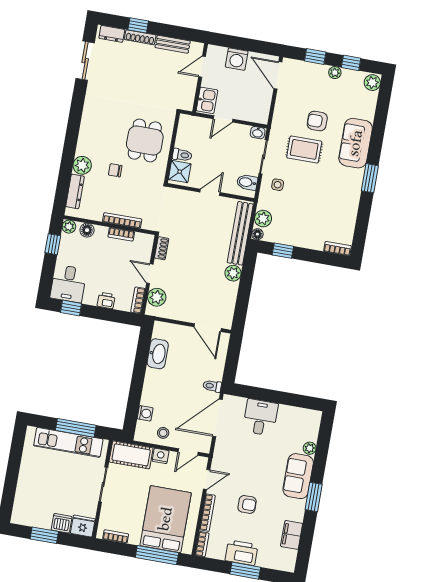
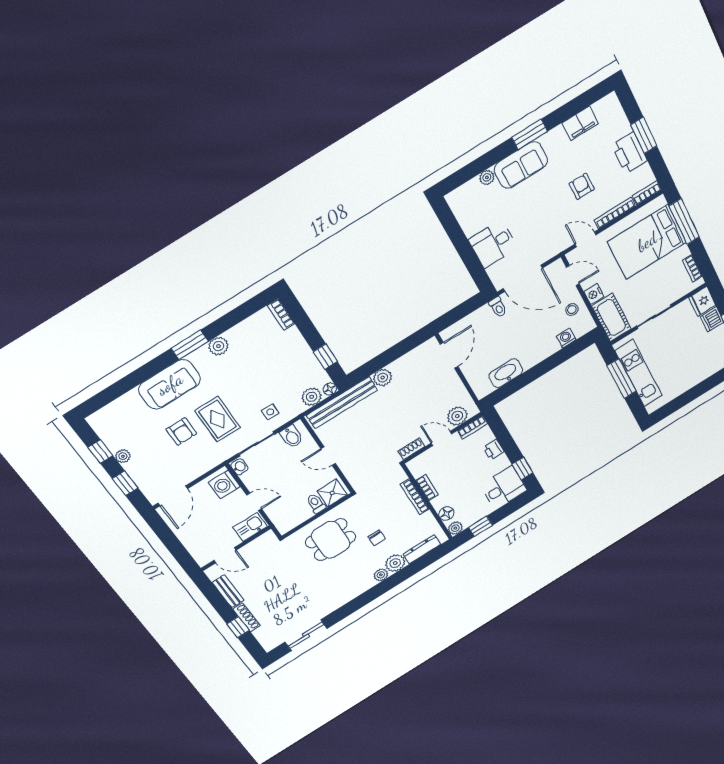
dresser: (112, 34) -> (265, 638), removed
washing machine: (237, 59) -> (224, 485), moved, turned 180
plant: (372, 83) -> (218, 346), moved
plant: (82, 148) -> (381, 575), added
door: (150, 274) -> (441, 439), swing flipped

